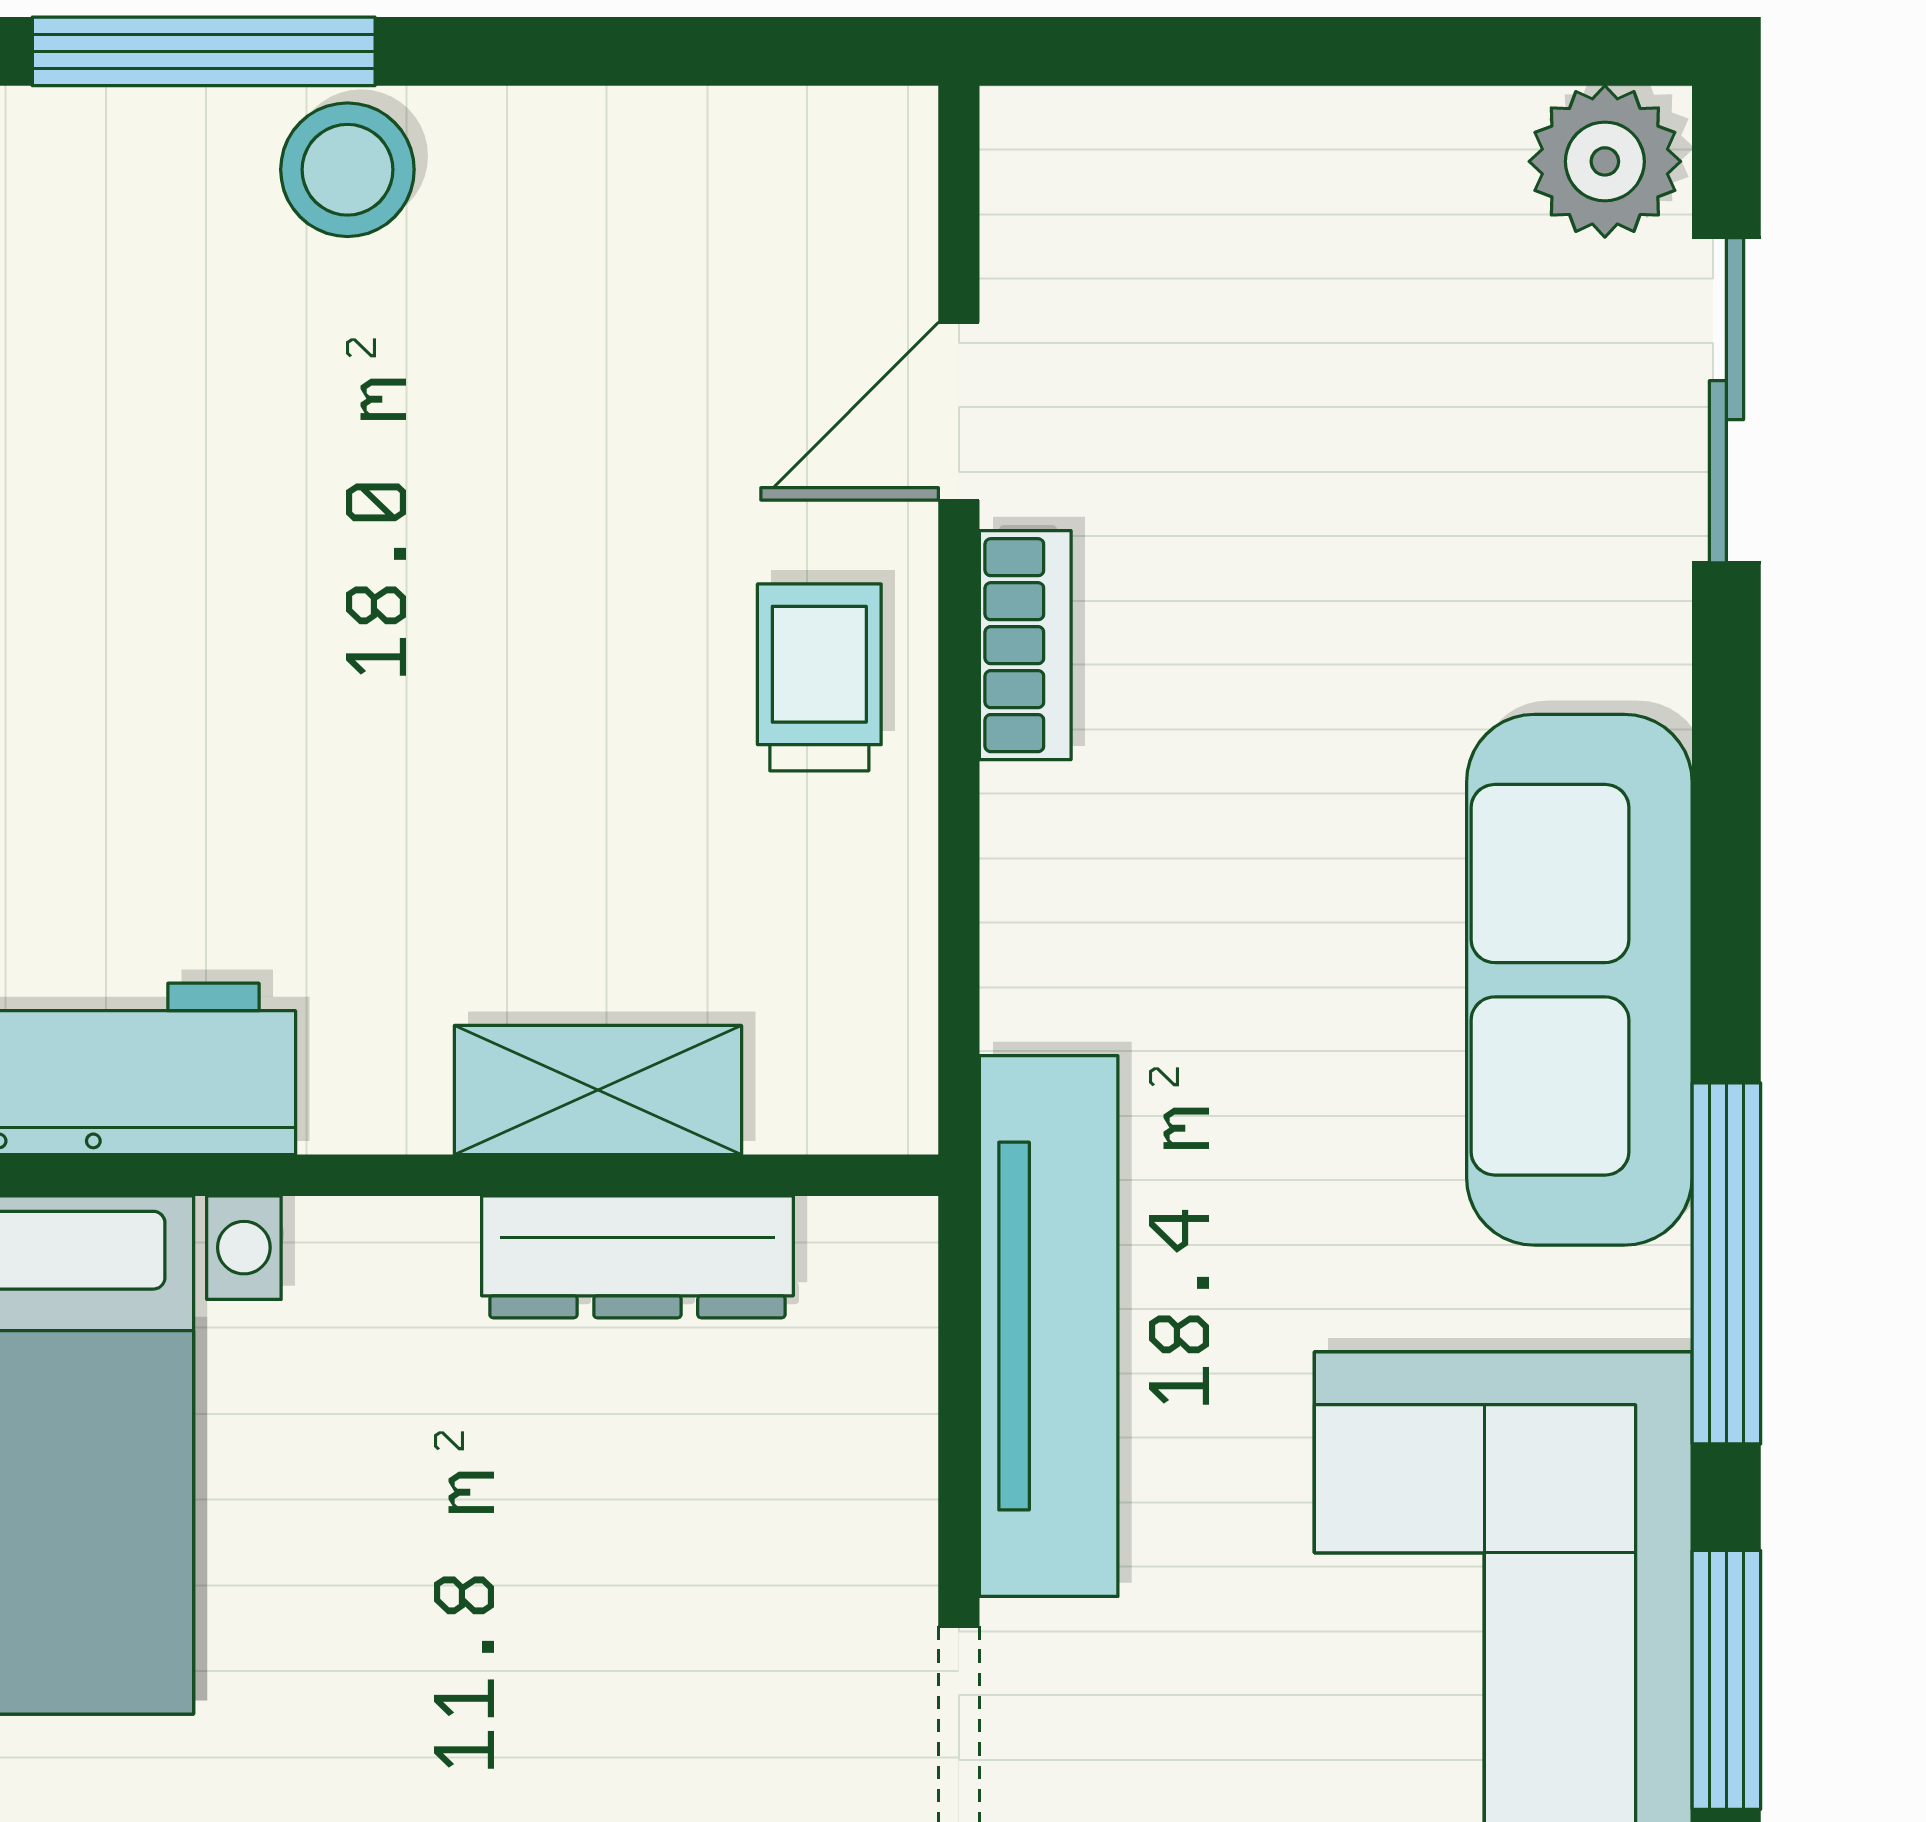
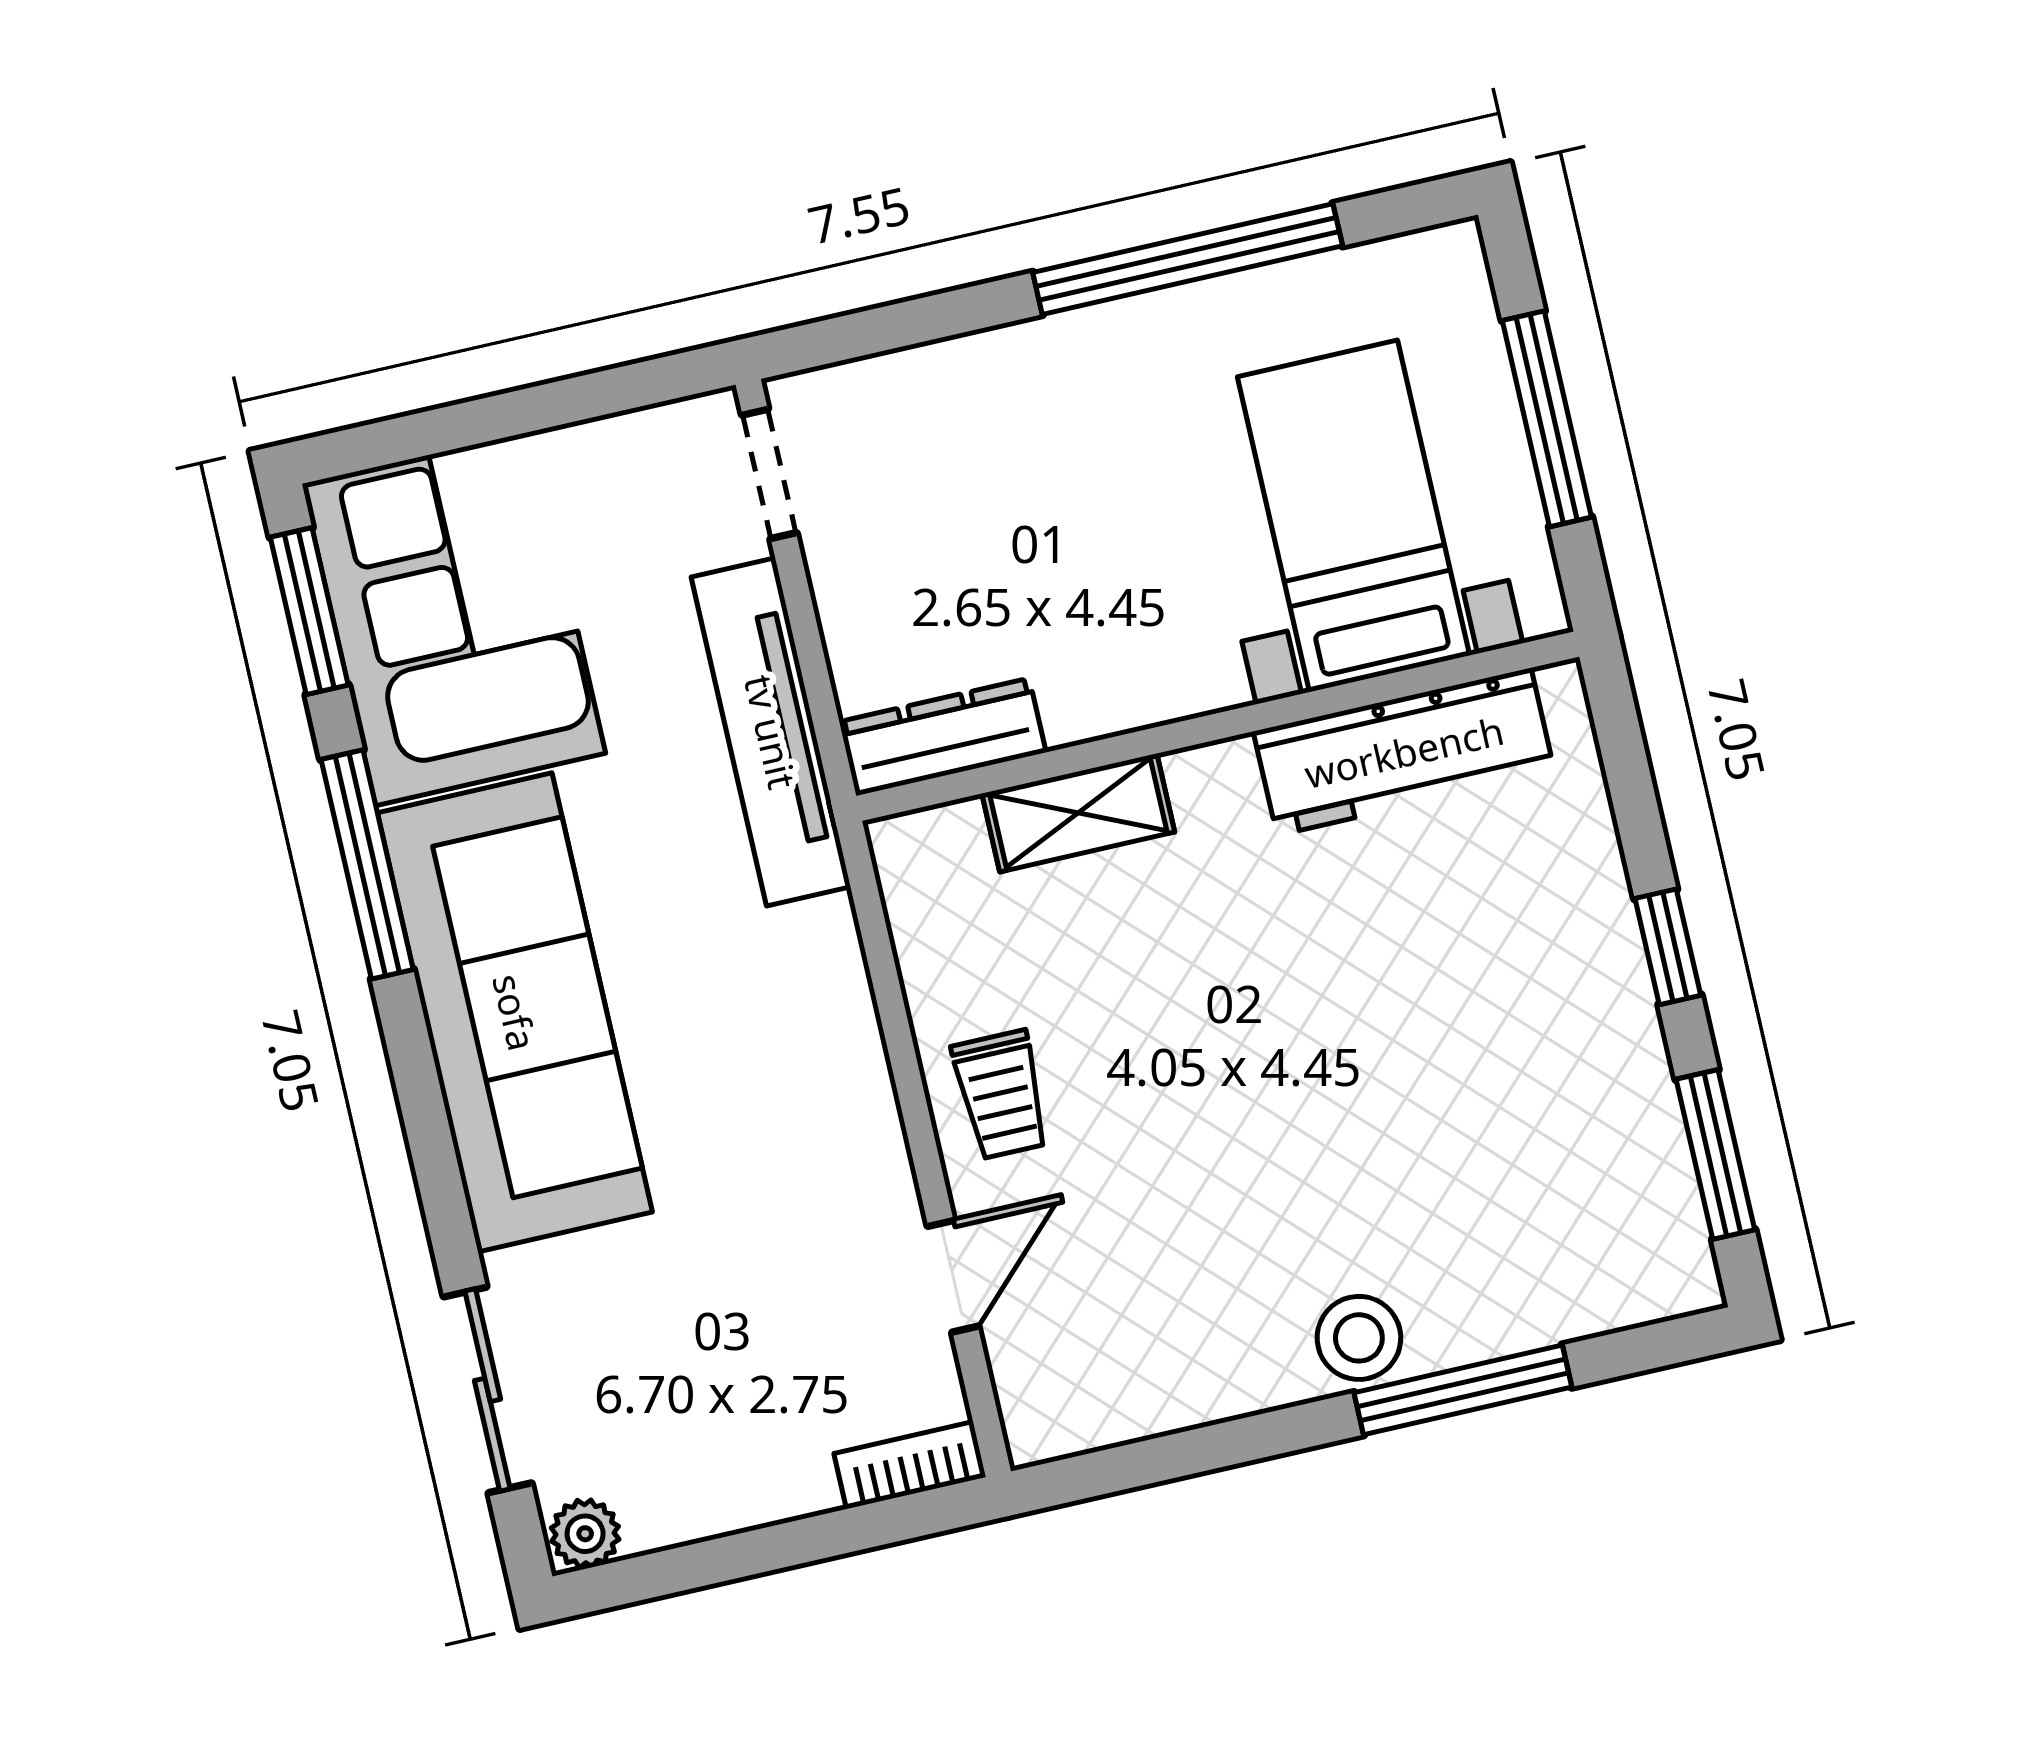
plant: (1605, 161) -> (585, 1534), width x0.73, depth x0.73
bookcase: (1025, 645) -> (910, 1465), moved, turned 90
sofa: (1579, 980) -> (515, 1012), width x1.36, depth x1.27
dresser: (637, 1257) -> (943, 737), moved

